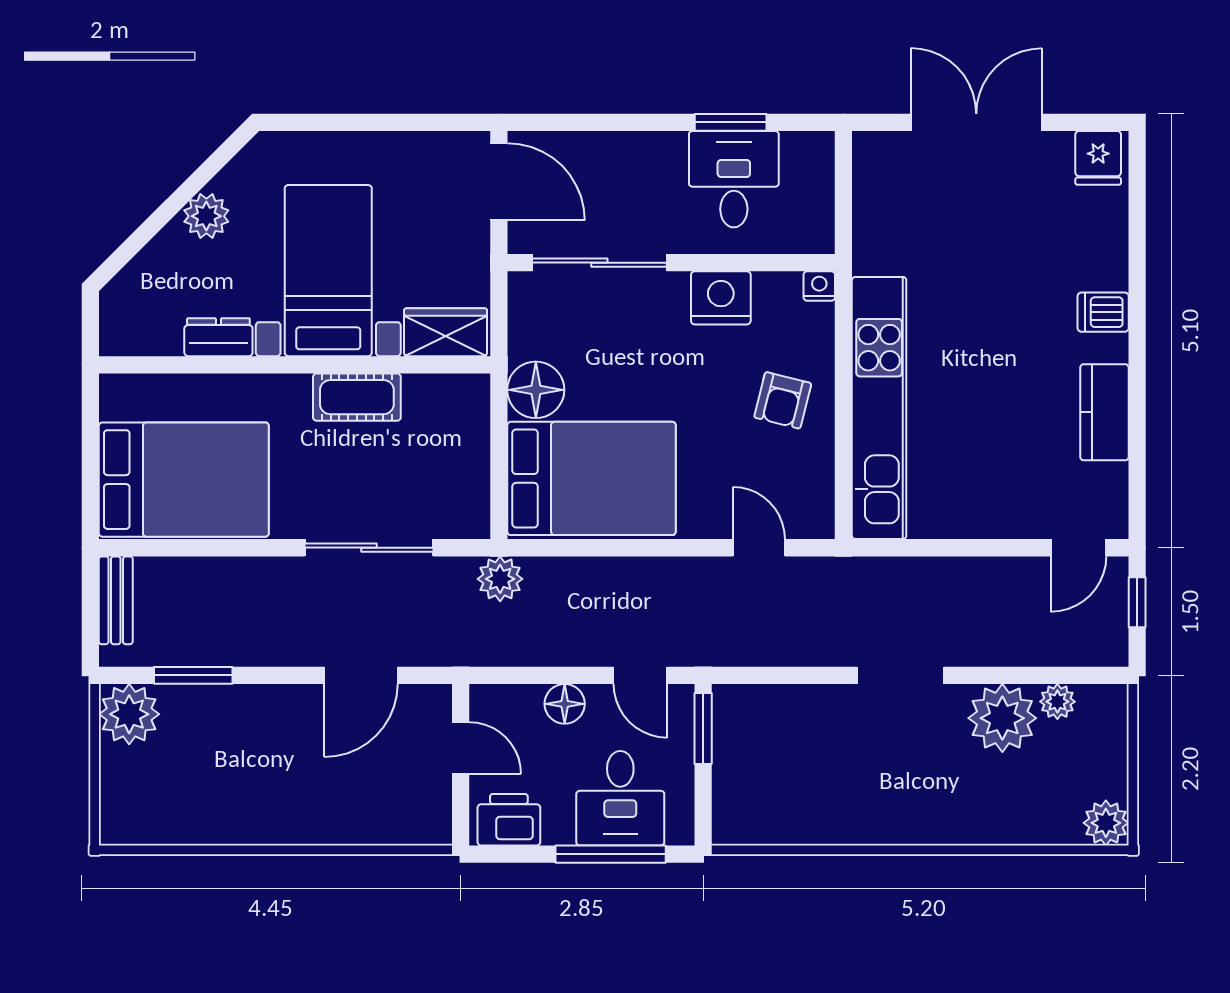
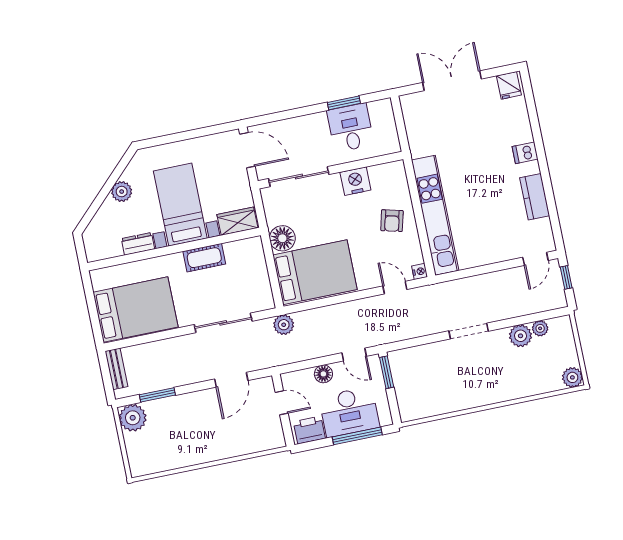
nightstand: (819, 286) -> (420, 271), moved, turned 90
plant: (1002, 718) -> (521, 336), width x0.73, depth x0.73
desk: (620, 798) -> (349, 412), width x1.37

